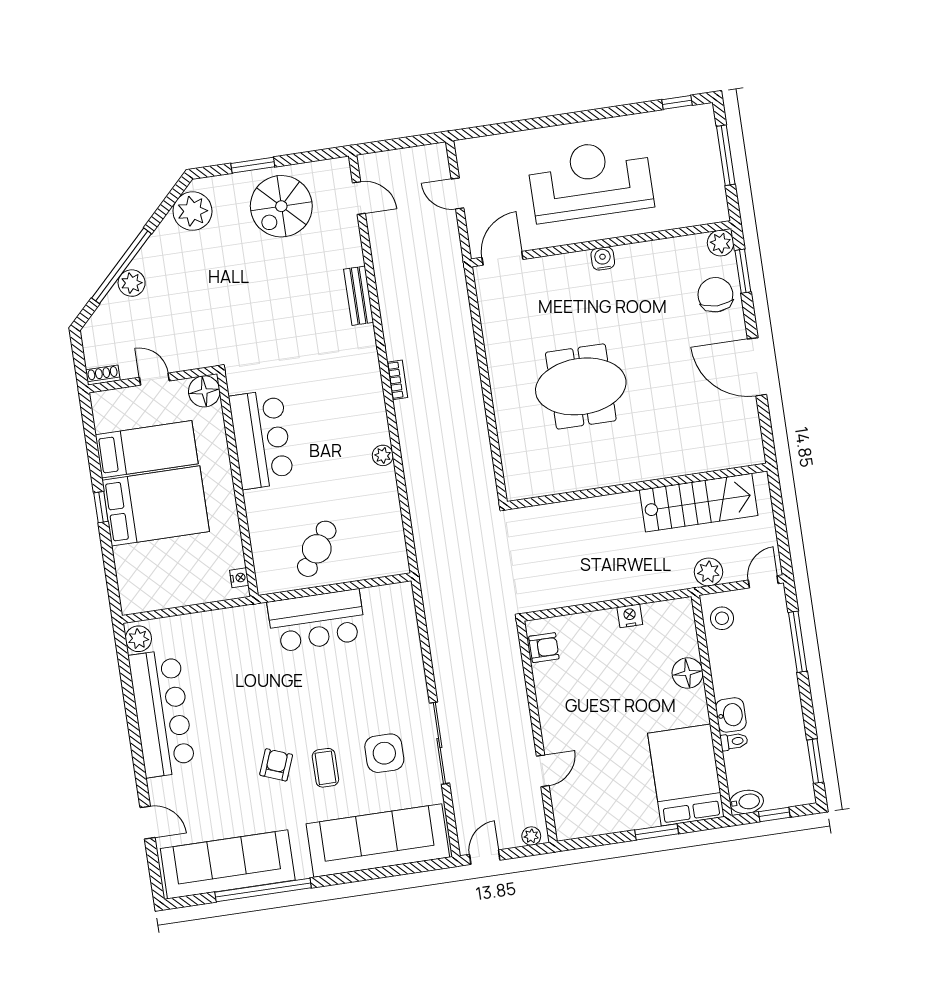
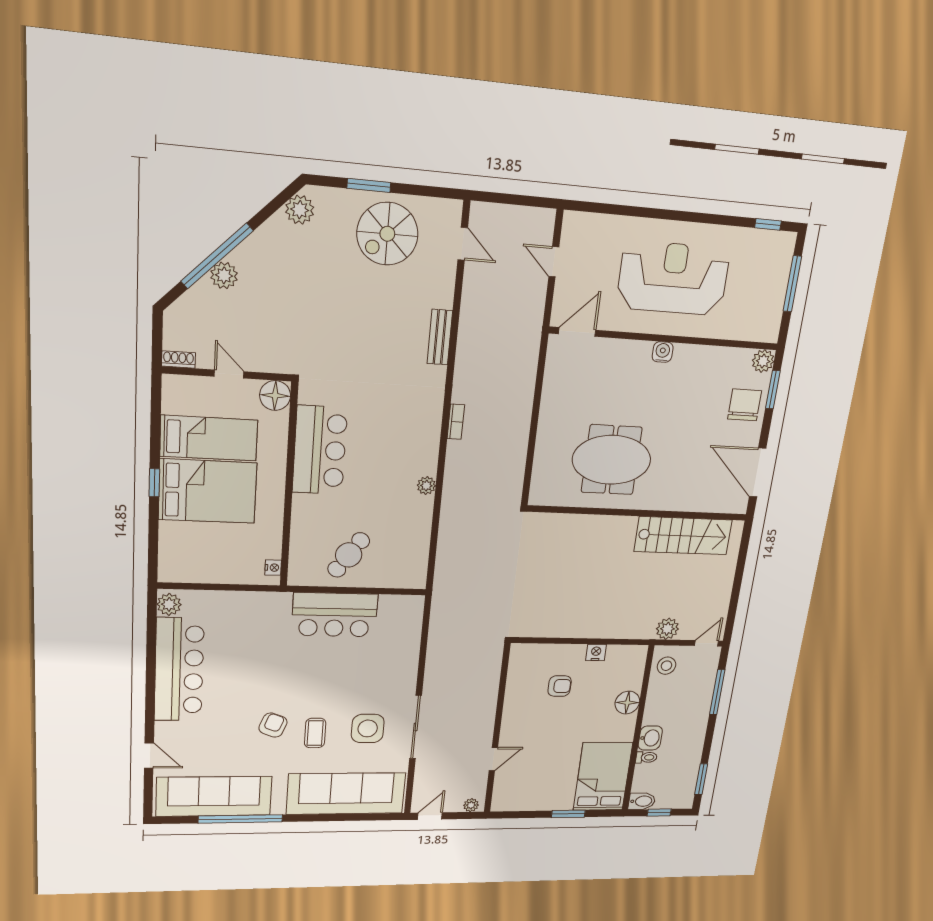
plant: (192, 211) -> (300, 210), width x0.73, depth x0.73
wall: (637, 486) -> (638, 513), moved
stairs: (699, 503) -> (683, 536), moved
armchair: (544, 648) -> (560, 686), moved

